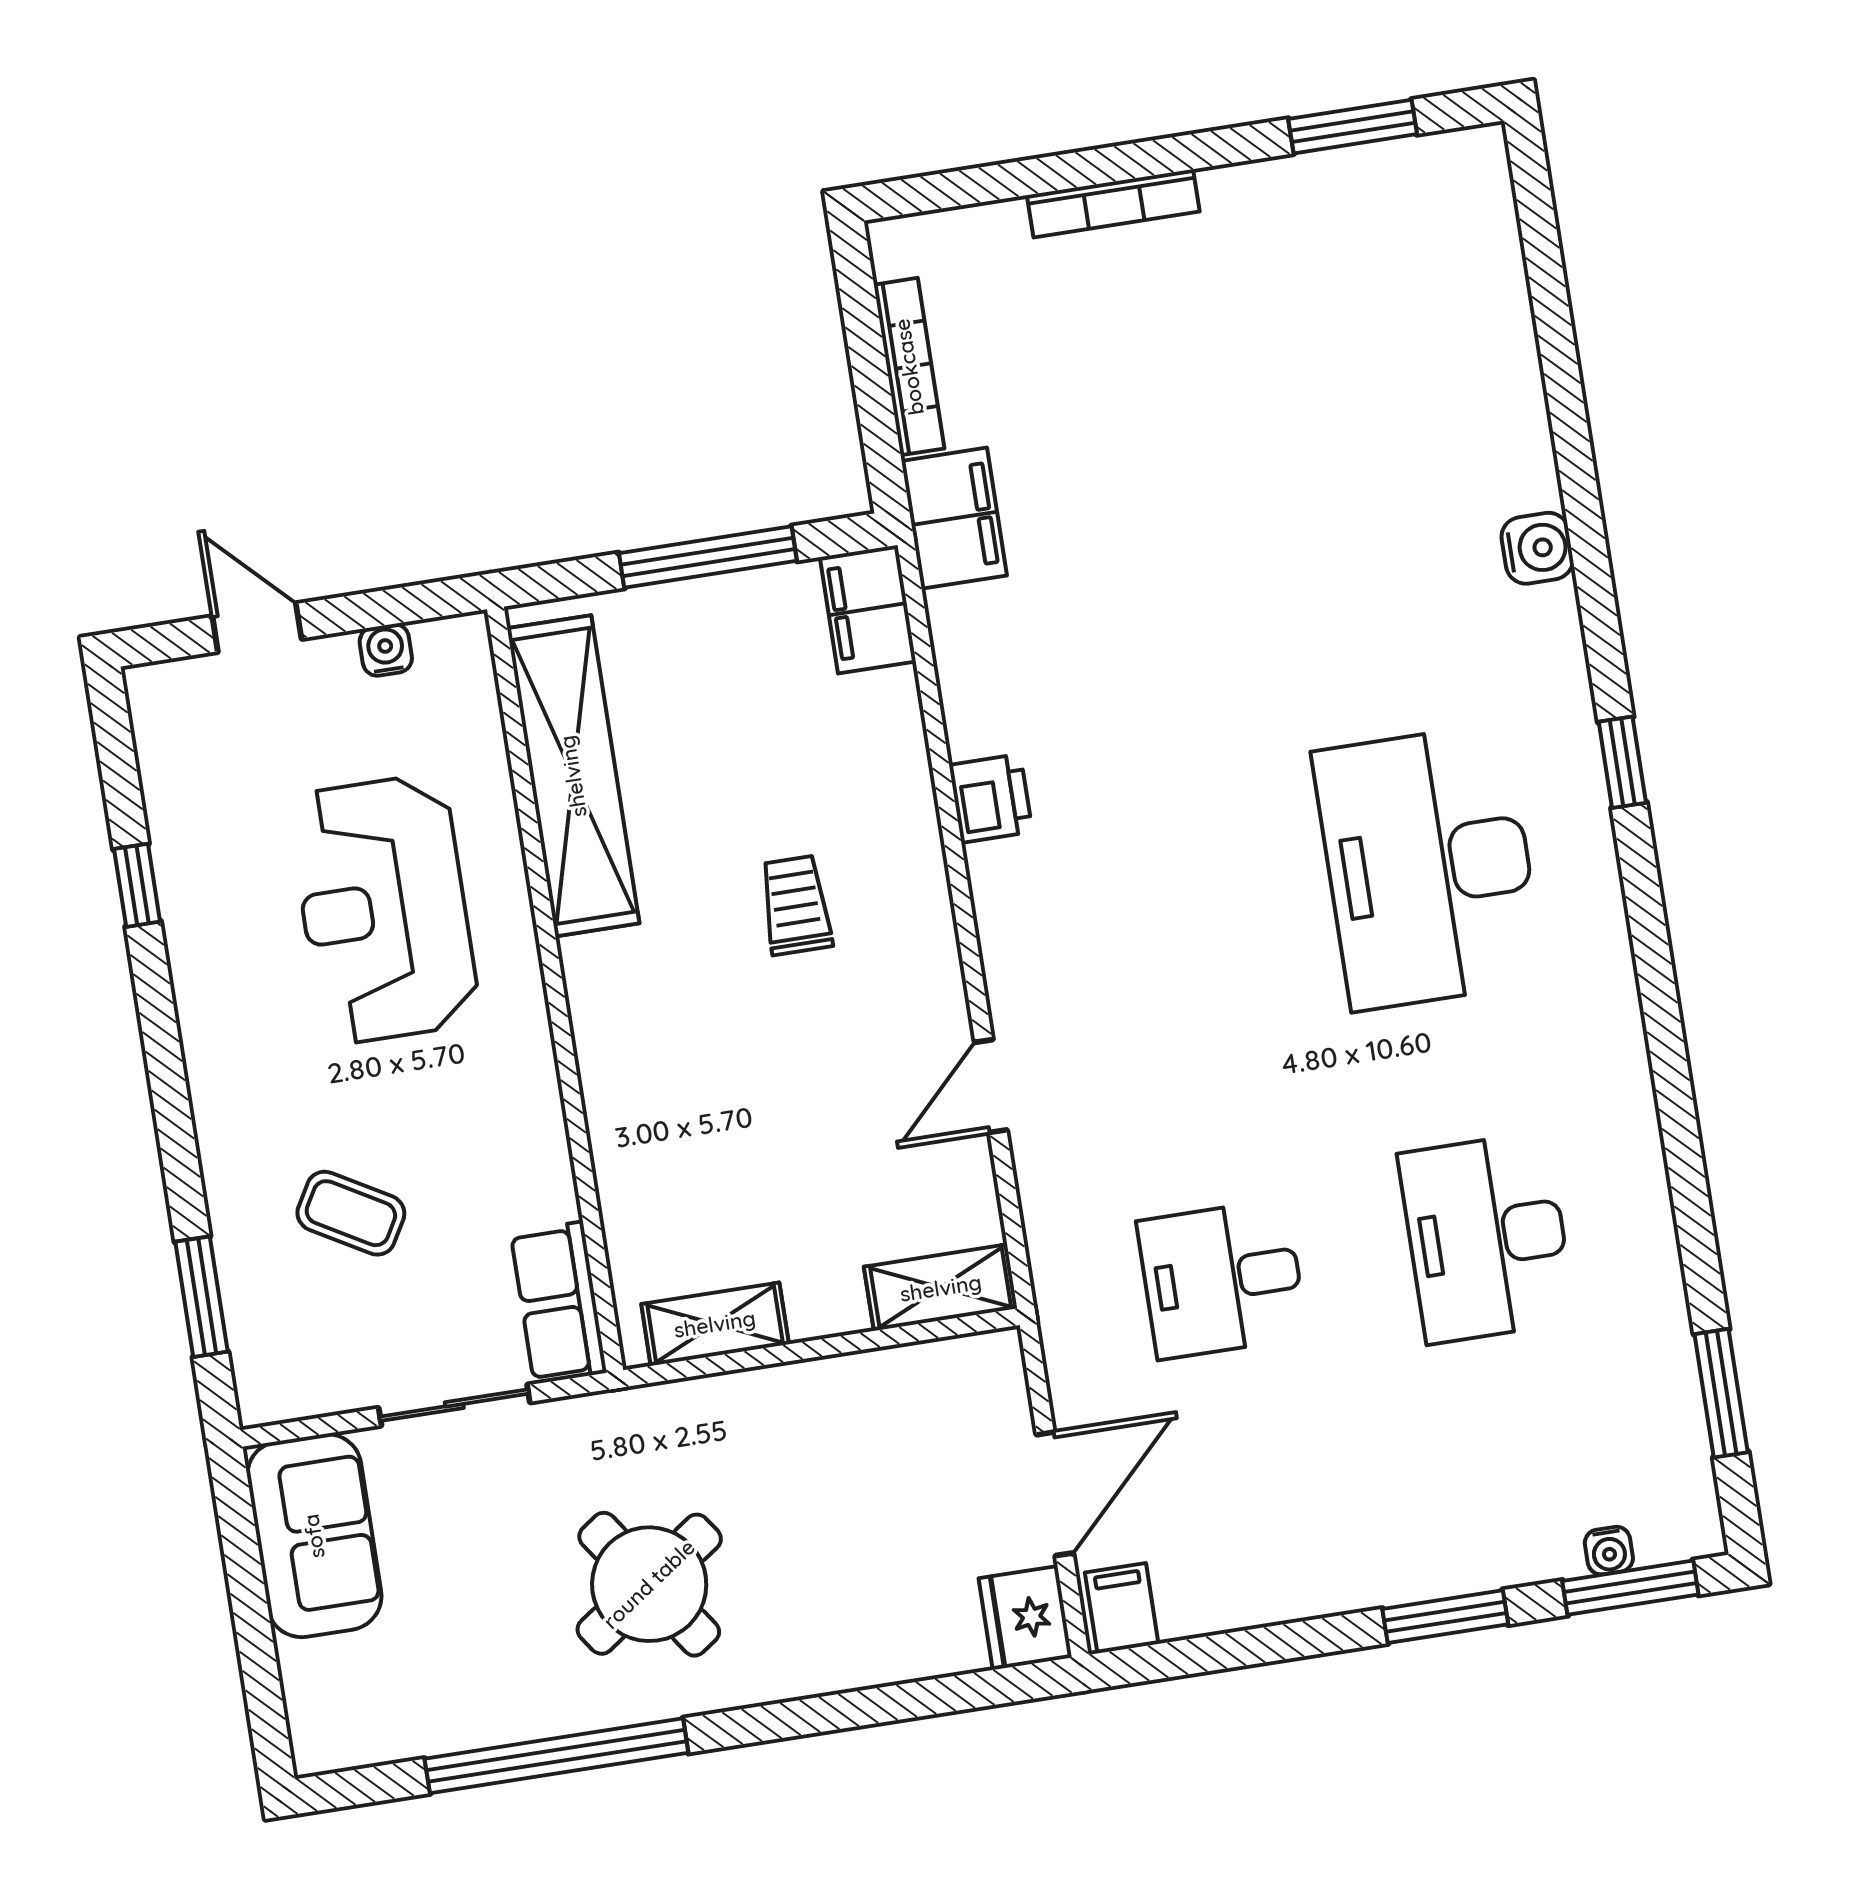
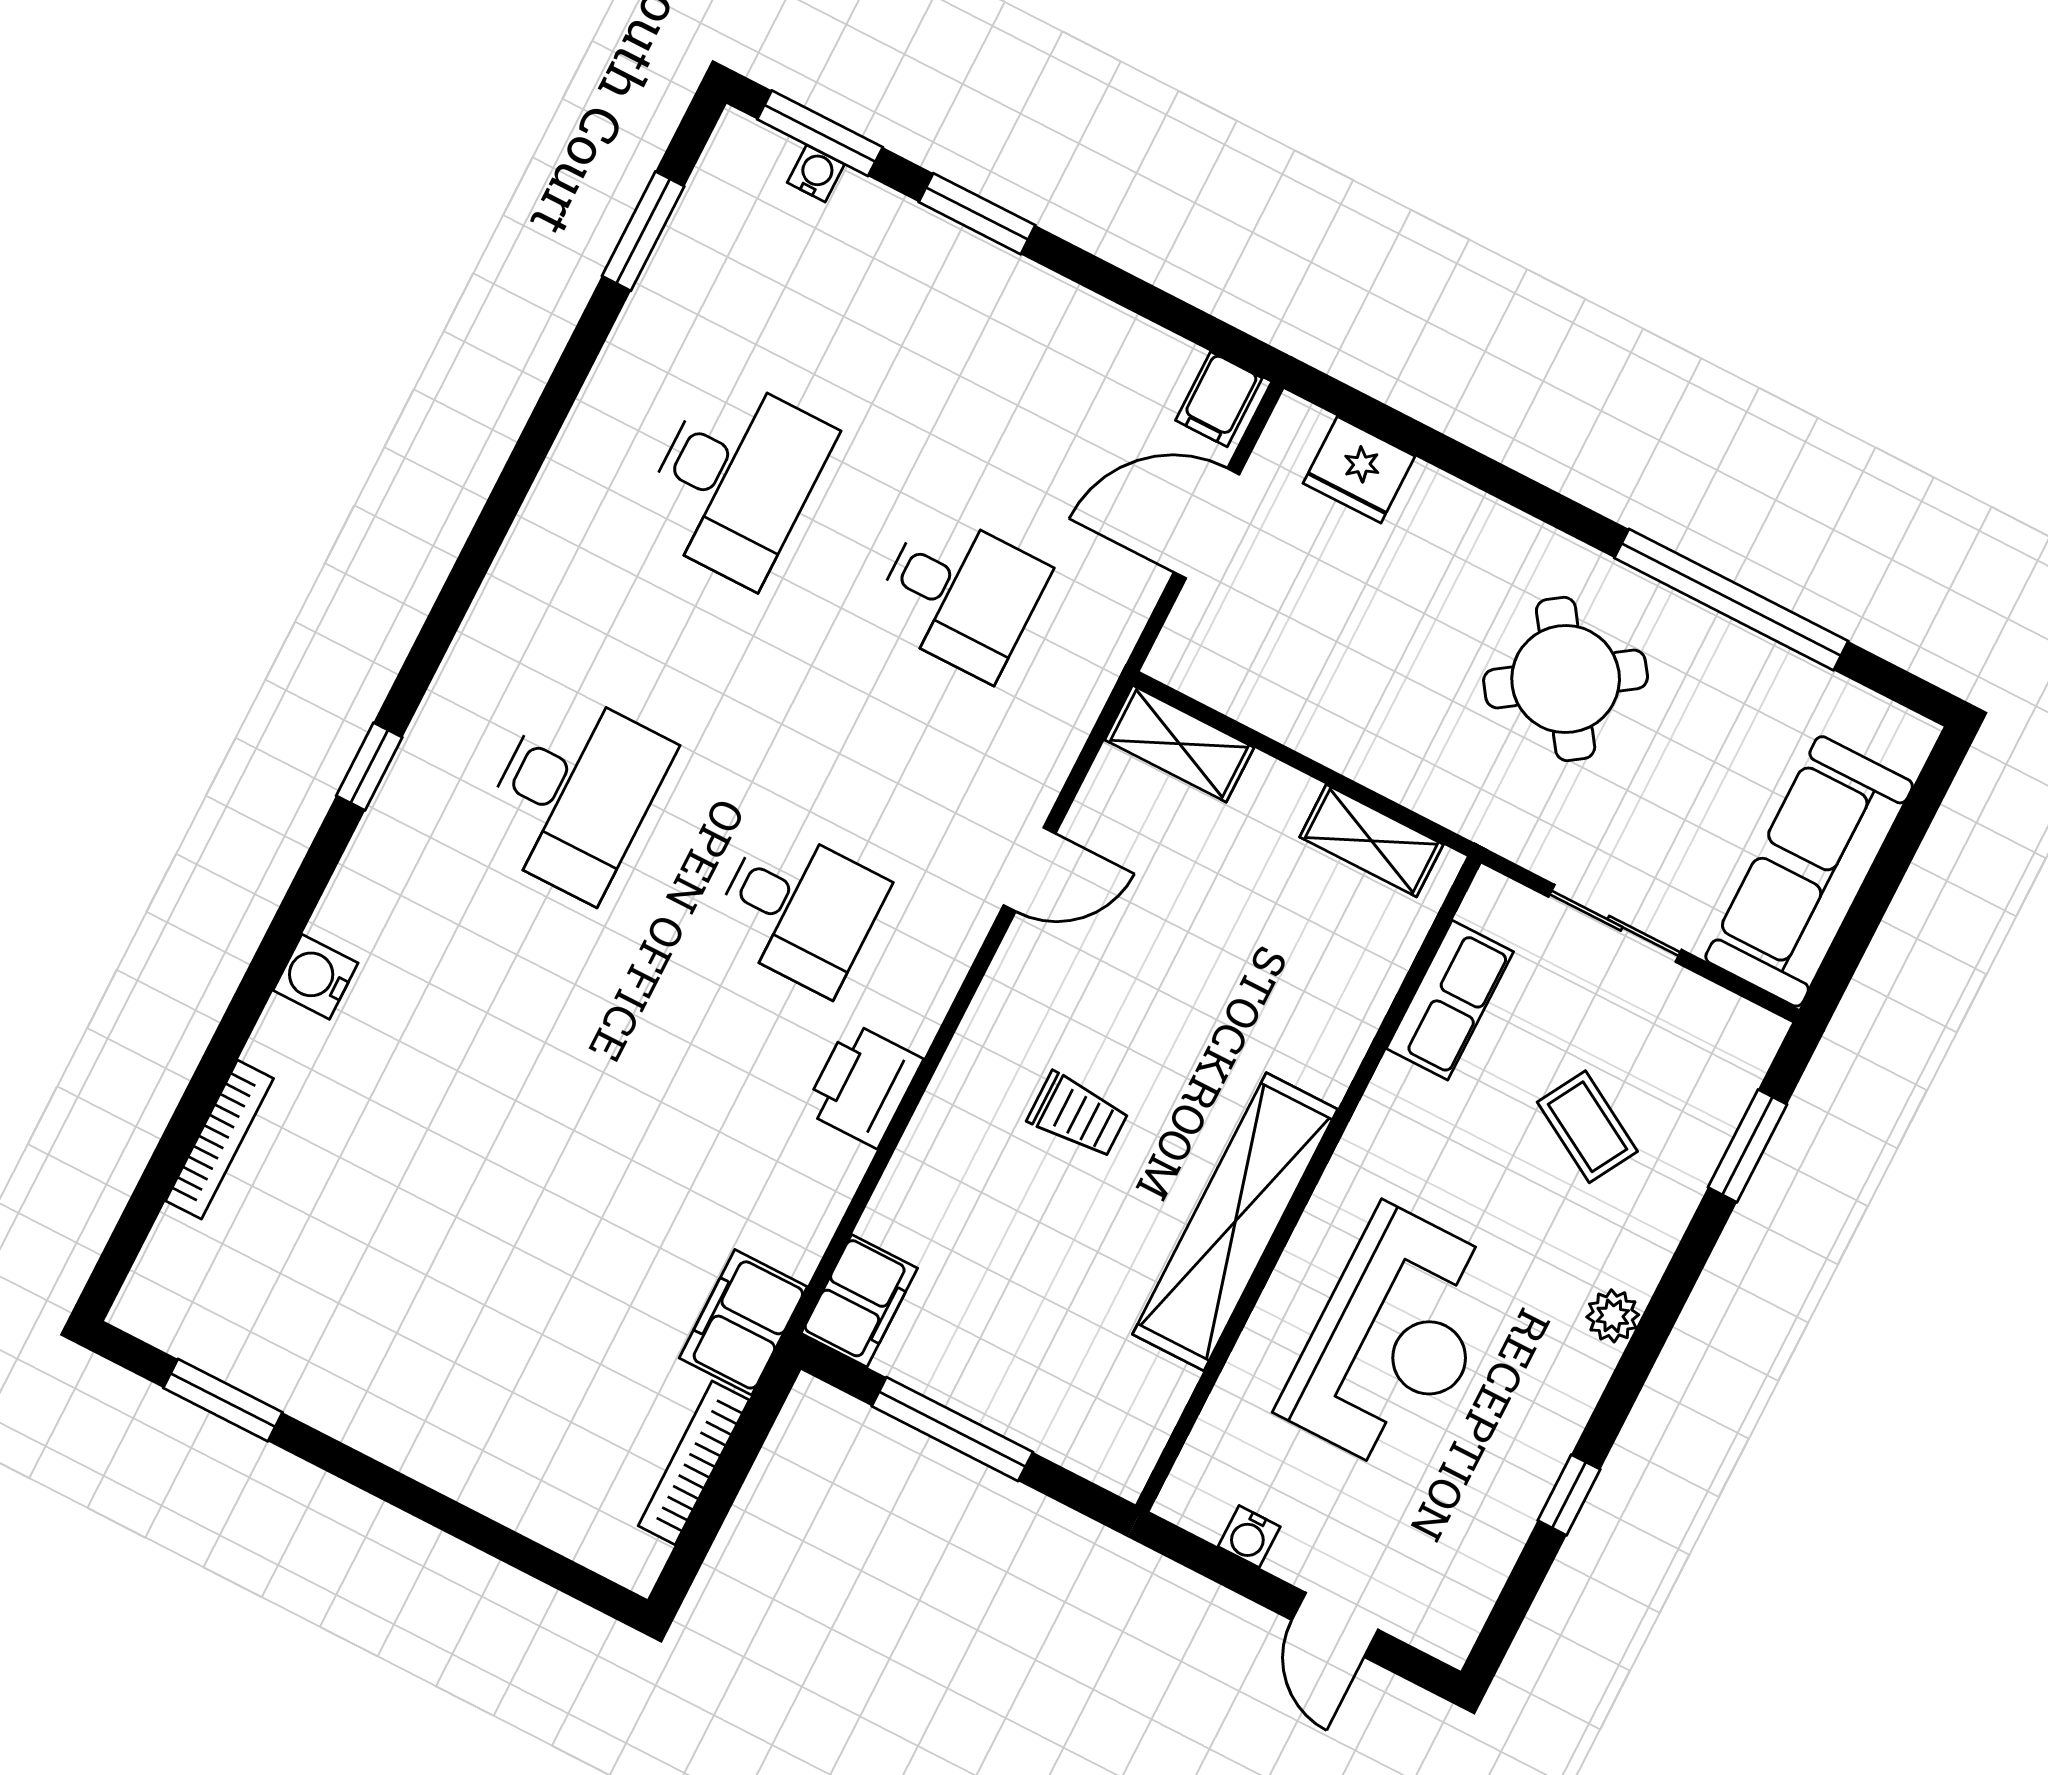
bookcase: (1113, 203) -> (219, 1140), moved, turned 90
shelving: (573, 776) -> (1235, 1222), moved
printer: (991, 798) -> (863, 1085), width x1.36, depth x1.24
desk: (1429, 867) -> (575, 794), width x0.73, depth x0.77
trolley: (796, 905) -> (1078, 1115), turned -90
desk: (1164, 908) -> (799, 909), added
plant: (211, 1067) -> (1613, 1316), added
row of seats: (559, 1303) -> (1450, 1000), moved
sofa: (314, 1536) -> (1809, 871), width x1.36
fridge: (1025, 1618) -> (1359, 470), moved, turned 90

